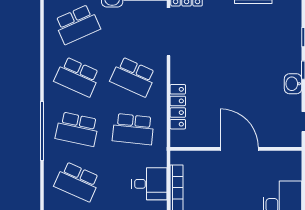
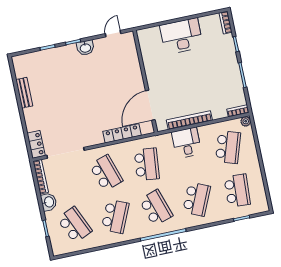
school desk: (133, 77) -> (106, 173), turned -42
school desk: (77, 129) -> (156, 208), turned -30
door: (239, 149) -> (150, 105), moved

